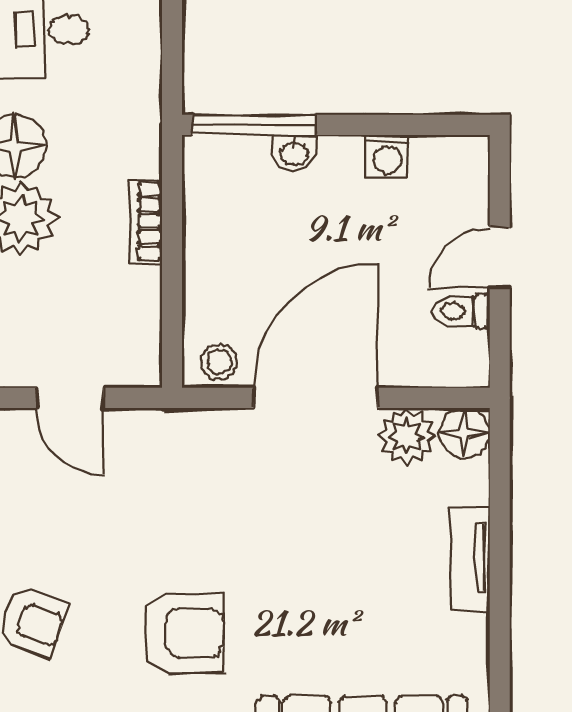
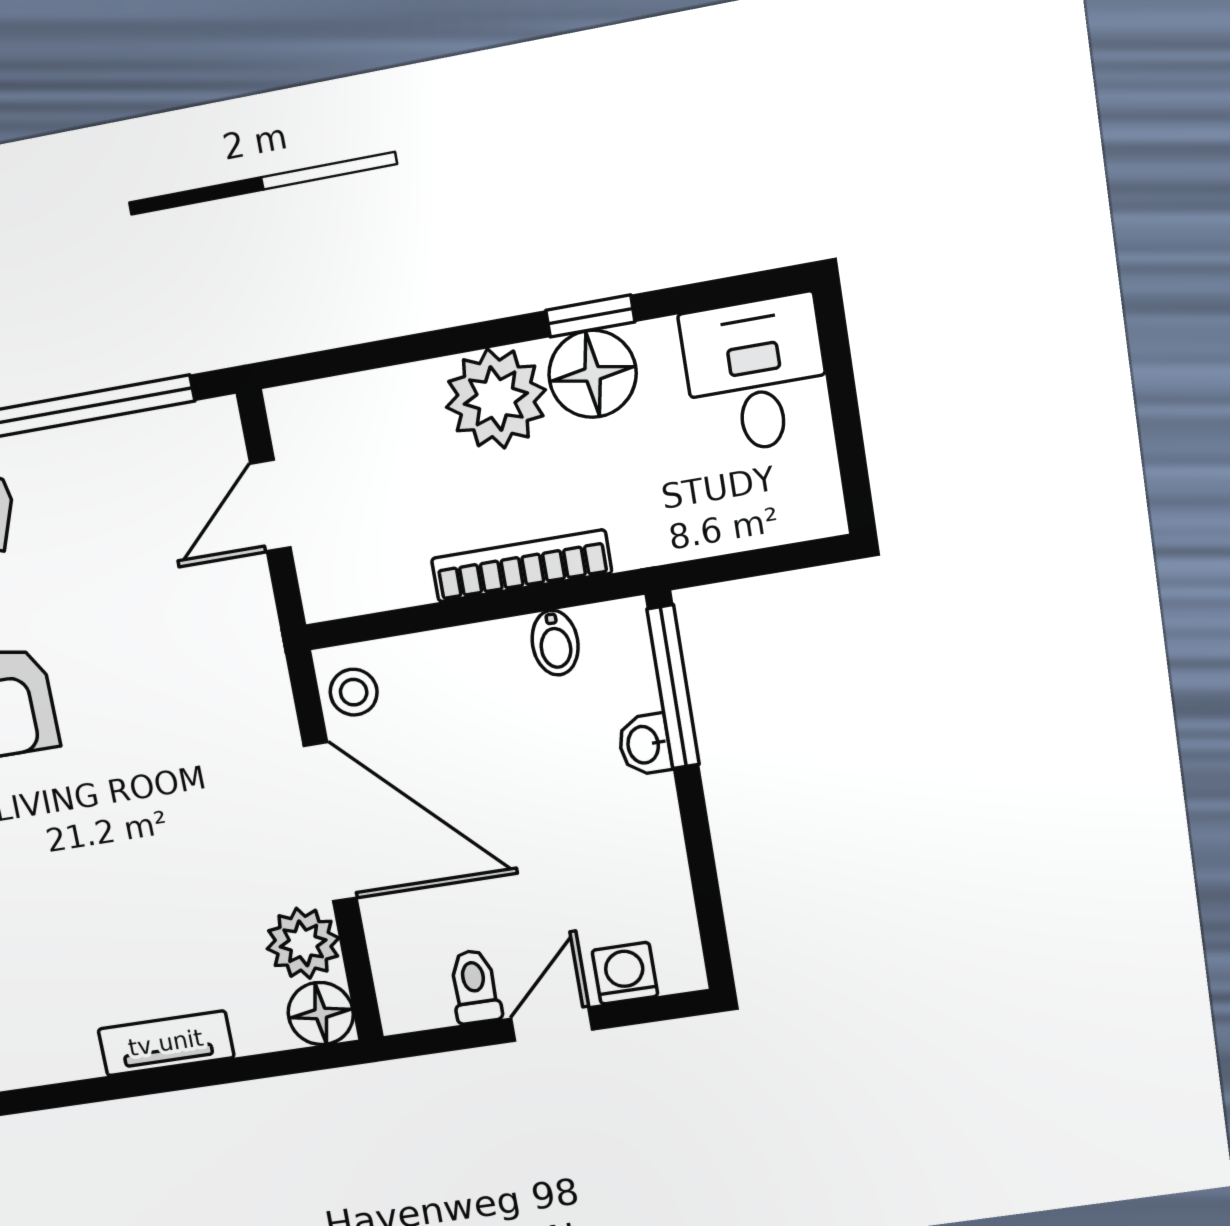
washing machine: (387, 157) -> (625, 973), moved, turned 90
bidet: (207, 206) -> (555, 643), added
bookcase: (145, 221) -> (521, 566), width x1.56
door: (500, 258) -> (552, 1024), hinge flipped

